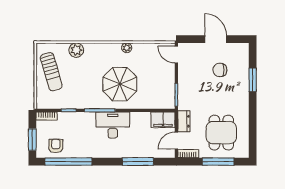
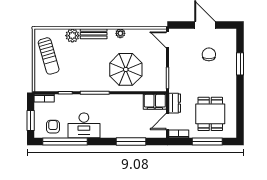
bench: (99, 48) -> (94, 34), added
chair: (220, 70) -> (209, 54), turned 90
parasol: (120, 84) -> (126, 69), moved
desk: (113, 125) -> (84, 125), moved, turned 180

